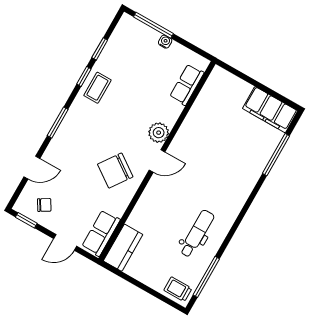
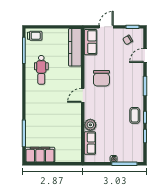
plant: (159, 133) -> (90, 125), moved
chair: (115, 171) -> (101, 78), turned 145
kitchen counter: (123, 248) -> (75, 47), width x1.50

